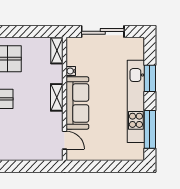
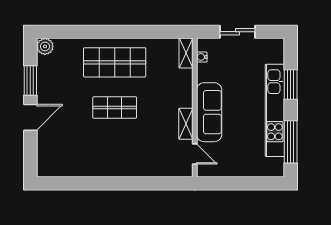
sliding door: (103, 31) -> (238, 32), width x0.73
water cooler: (71, 71) -> (202, 57), moved
shelving: (57, 97) -> (186, 124), moved

